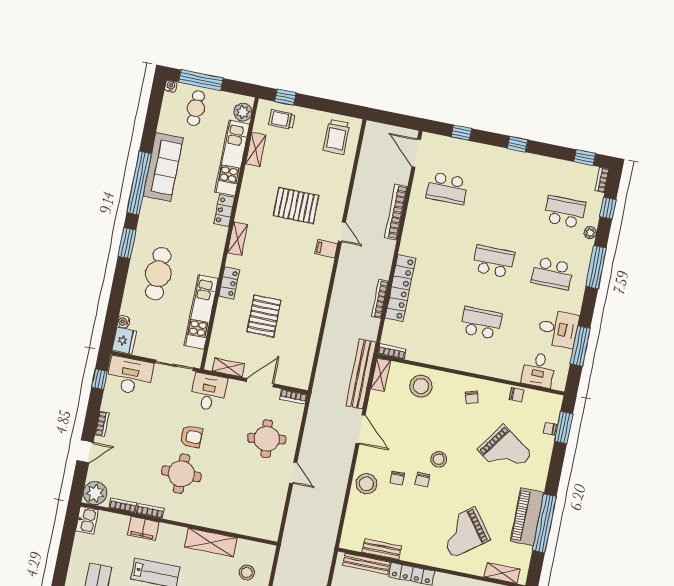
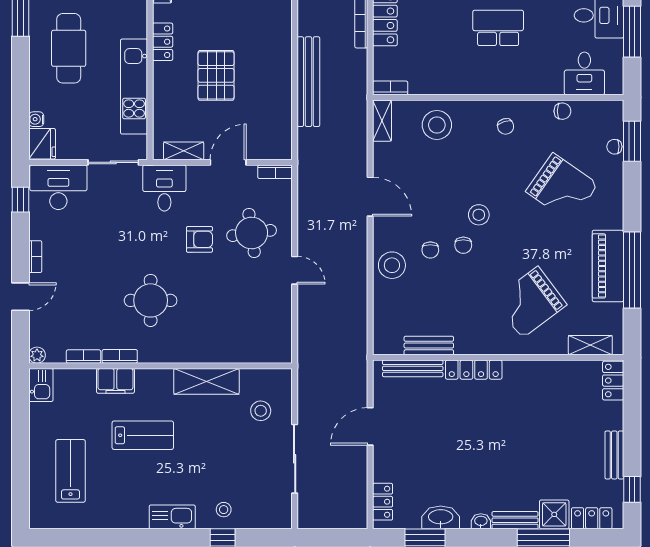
bench: (361, 374) -> (308, 82), moved
armchair: (191, 437) -> (199, 239), moved
plant: (95, 493) -> (37, 355), width x0.53, depth x0.53

